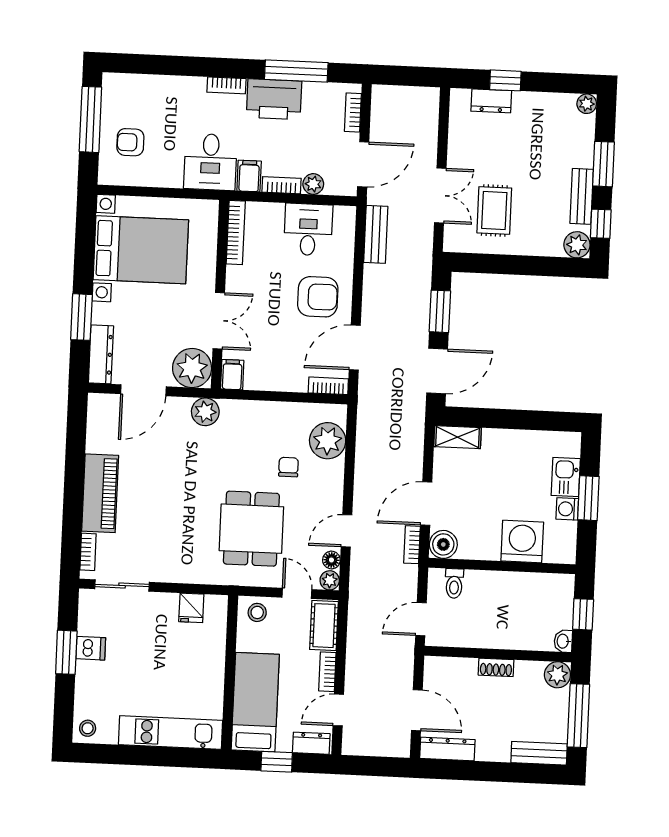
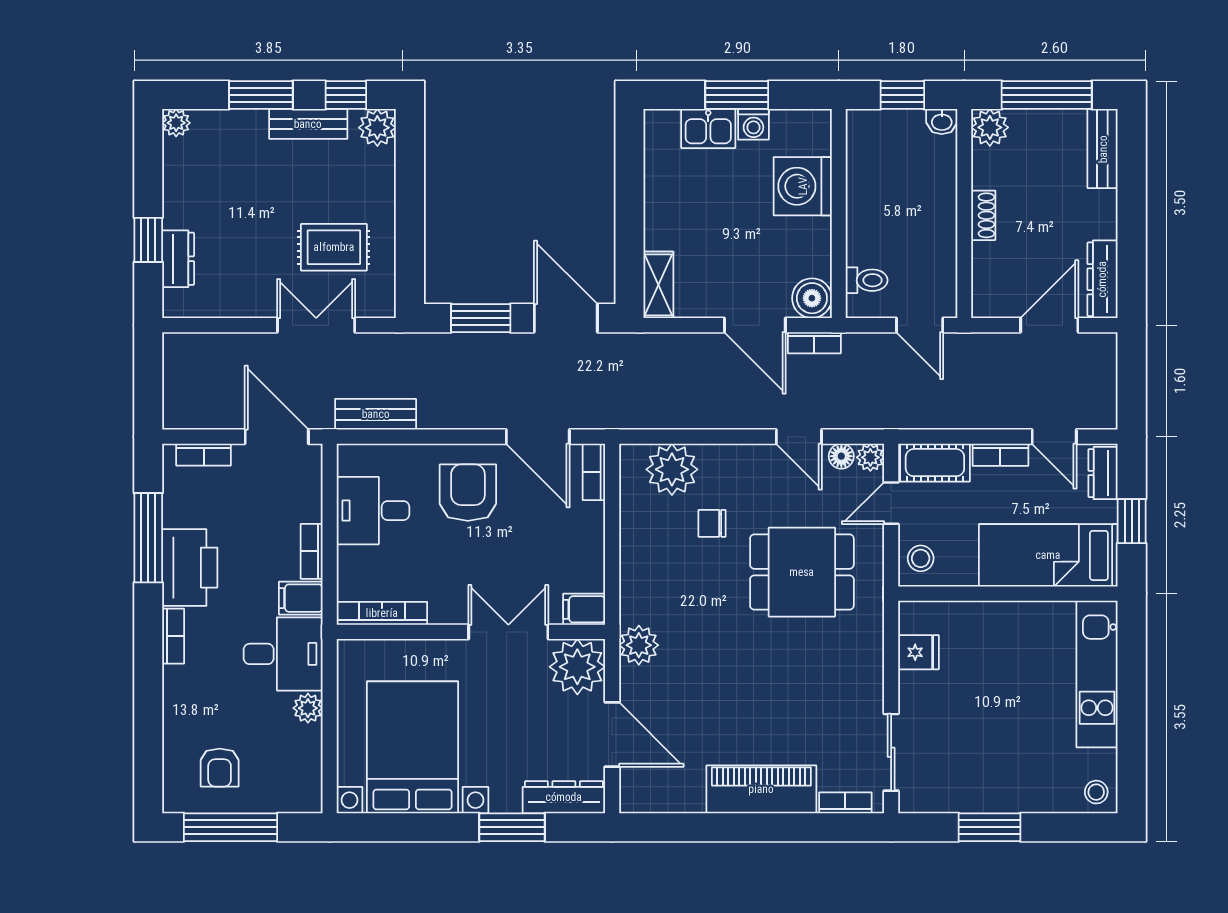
armchair: (130, 142) -> (220, 768), moved
plant: (313, 184) -> (308, 708), moved
dishwasher: (91, 648) -> (982, 793), removed

